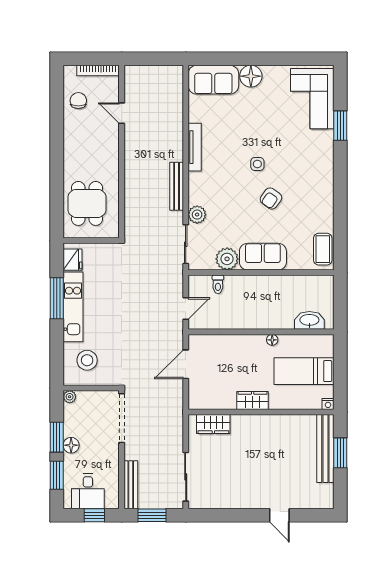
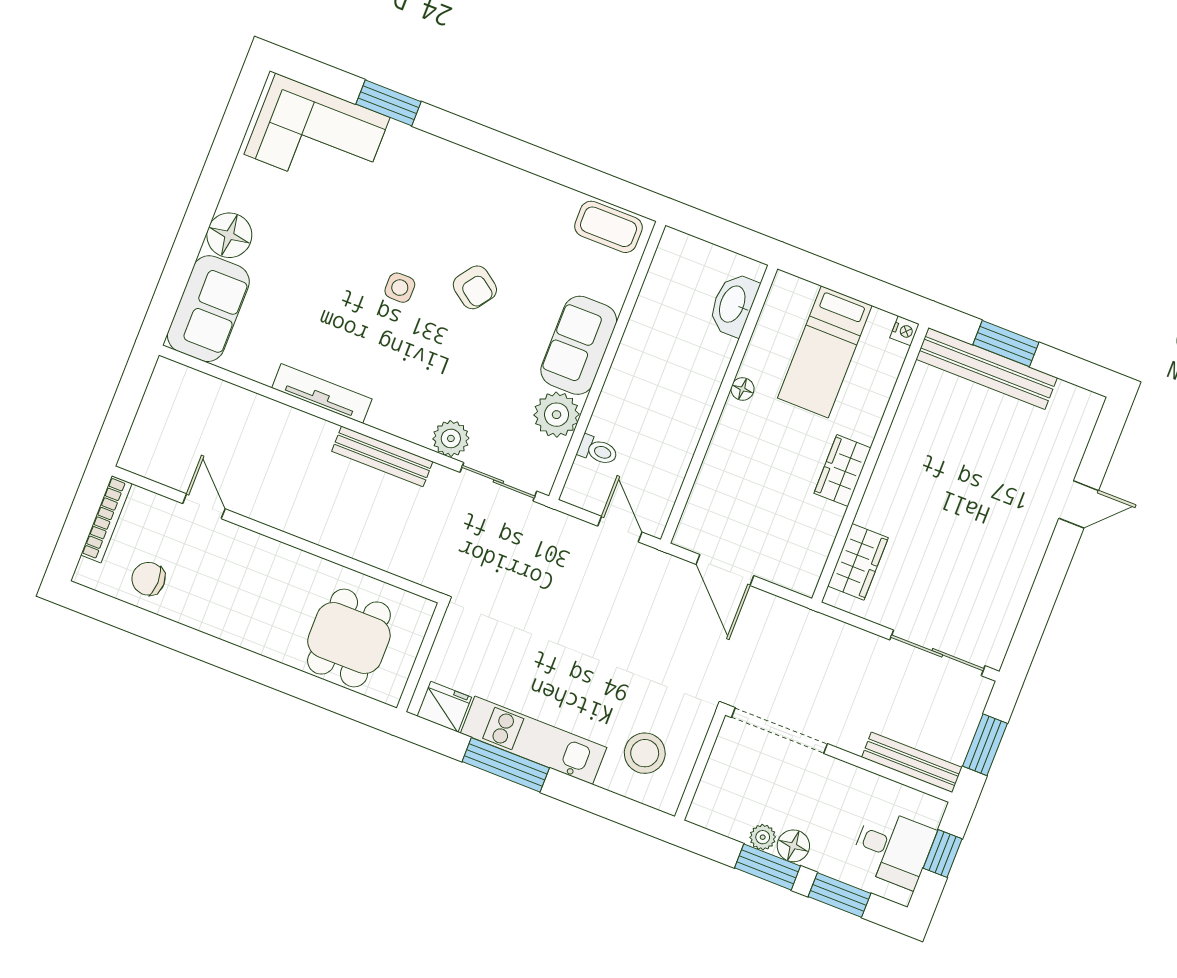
door: (122, 113) -> (204, 506), swing flipped
dining table: (87, 203) -> (349, 638), turned 90
plant: (70, 397) -> (763, 837), moved

